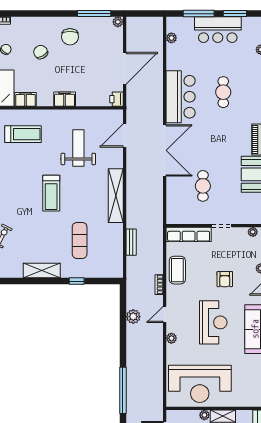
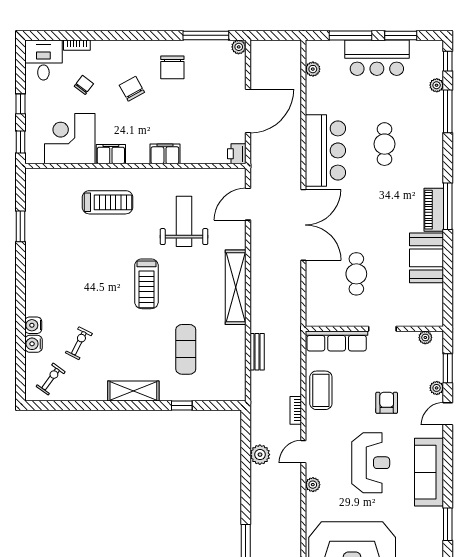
armchair: (225, 279) -> (387, 403), turned 180

